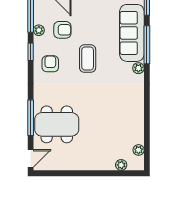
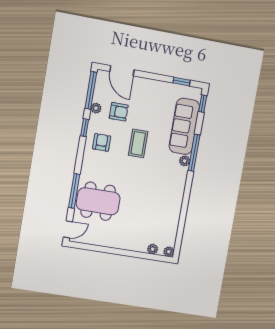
window: (147, 45) -> (194, 153), moved
plant: (139, 150) -> (169, 252), moved

